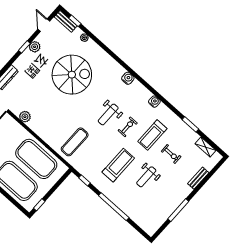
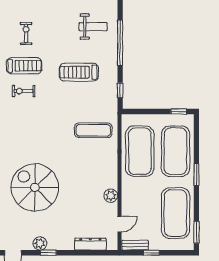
weight bench: (108, 114) -> (41, 122), removed
exercise bike: (128, 127) -> (24, 91), moved
weight bench: (146, 177) -> (93, 27), moved

